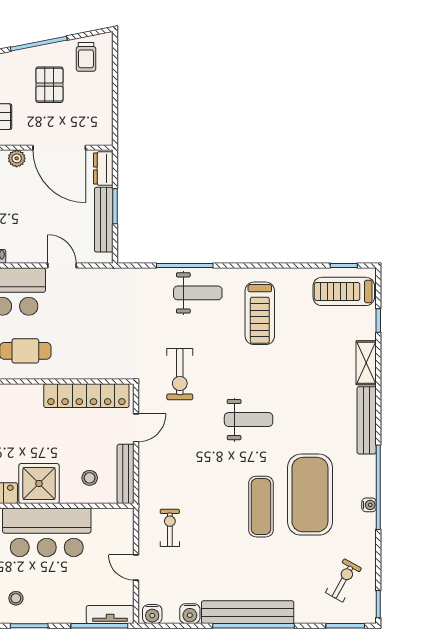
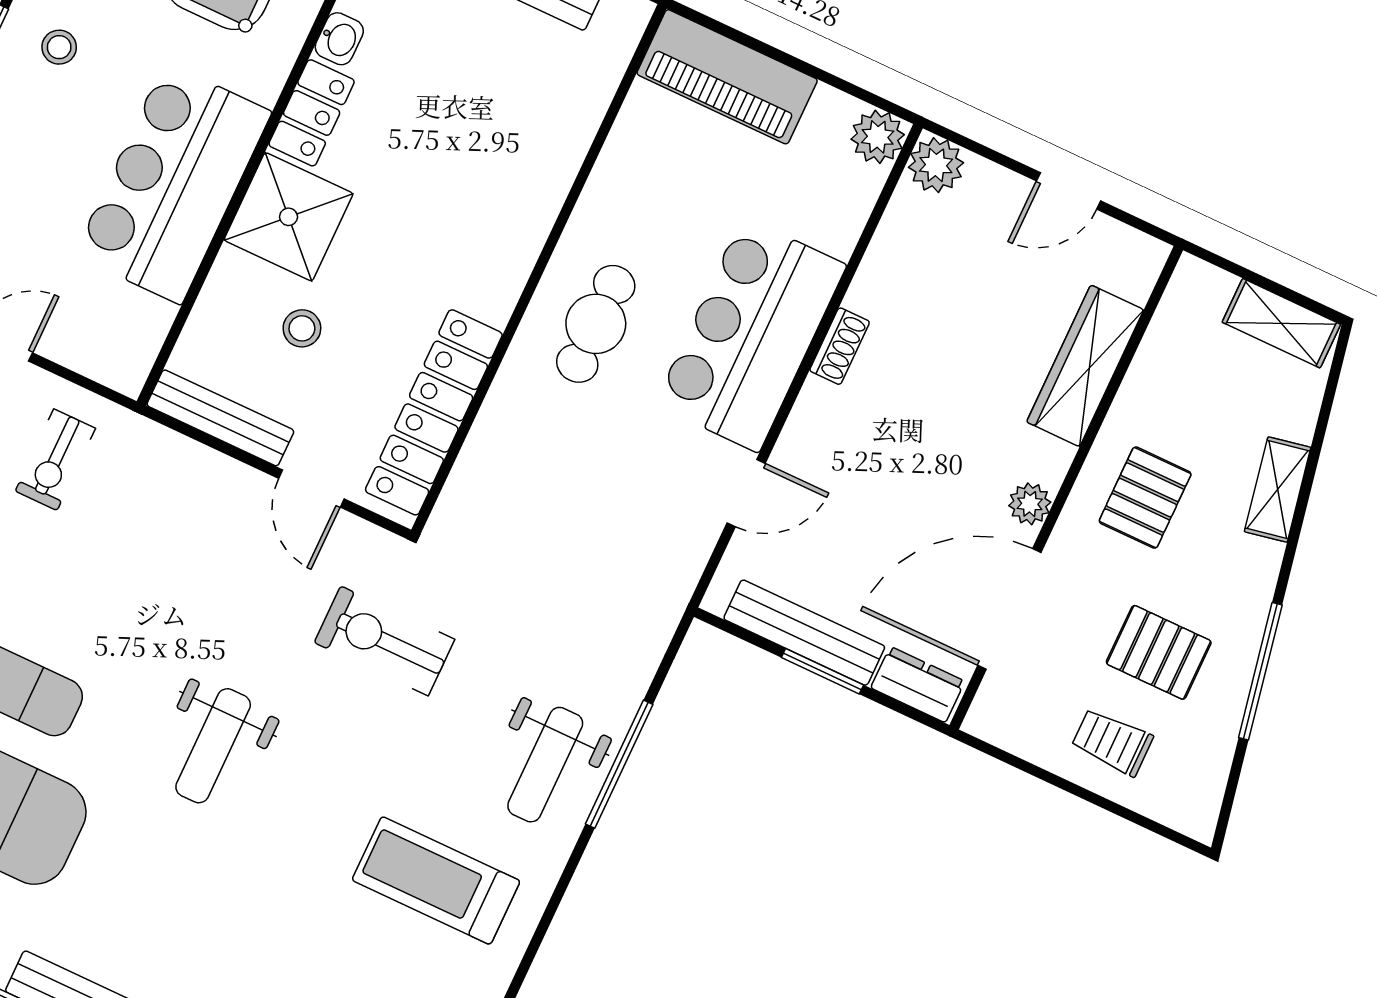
trolley: (86, 57) -> (1112, 742), moved
stool: (90, 478) -> (302, 328), moved
exercise bike: (170, 528) -> (55, 460), turned 90

